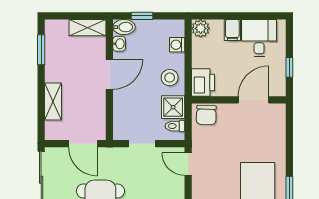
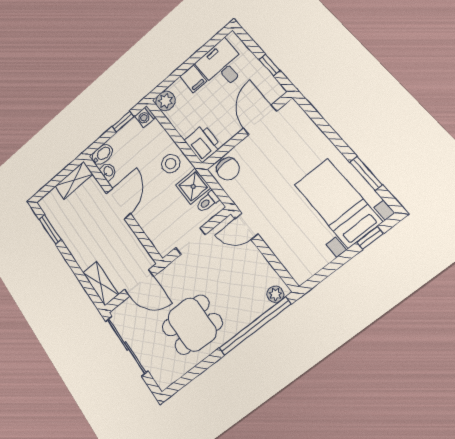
window: (142, 16) -> (123, 122), moved
washing machine: (177, 45) -> (145, 117), moved
shelving: (53, 101) -> (101, 283), moved

